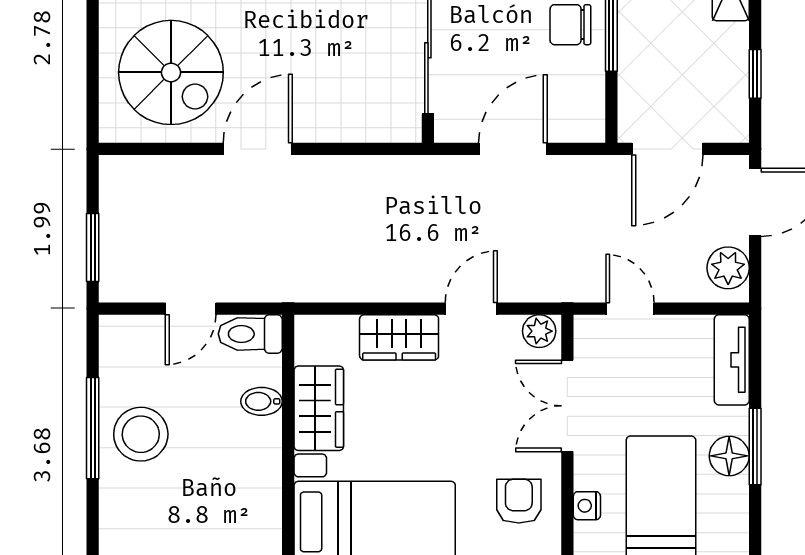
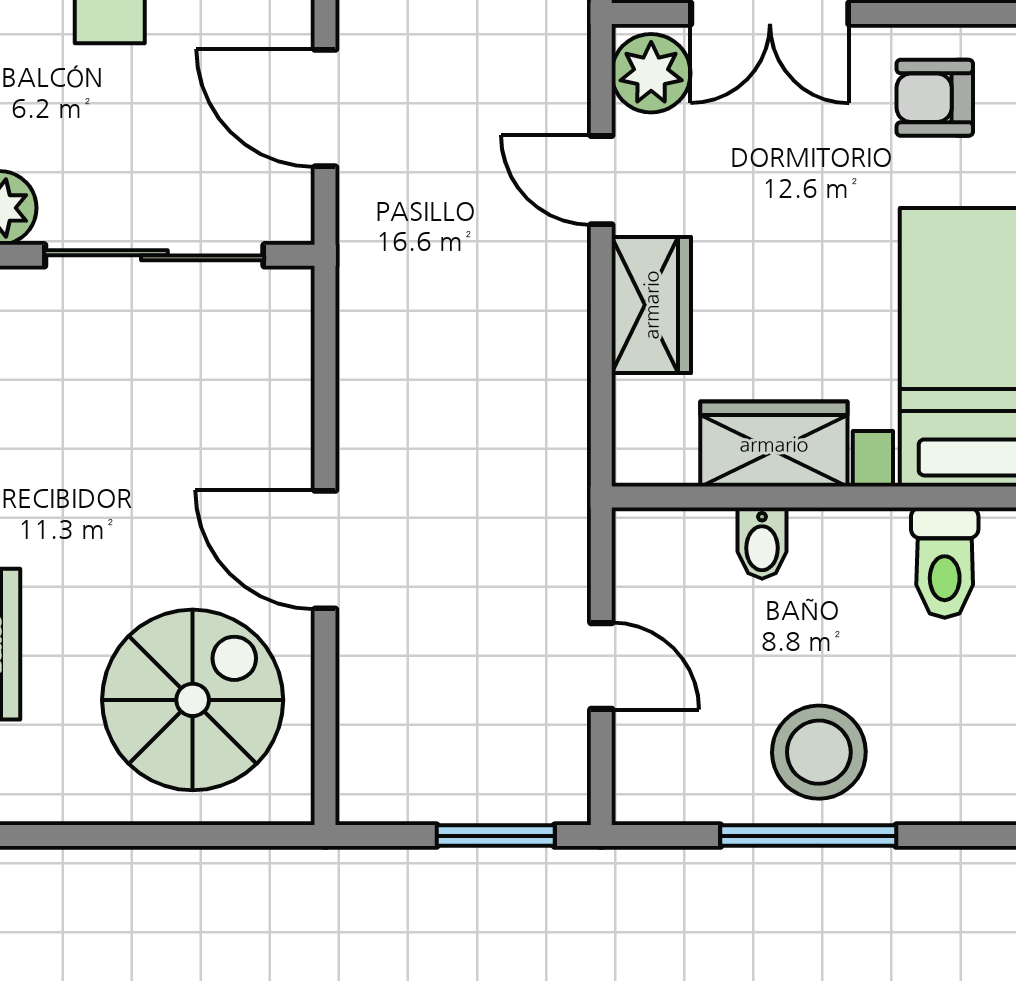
plant: (539, 331) -> (651, 73), width x1.38, depth x1.38
toilet: (250, 334) -> (945, 563), moved

